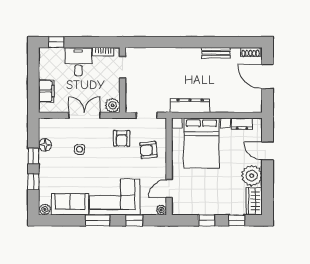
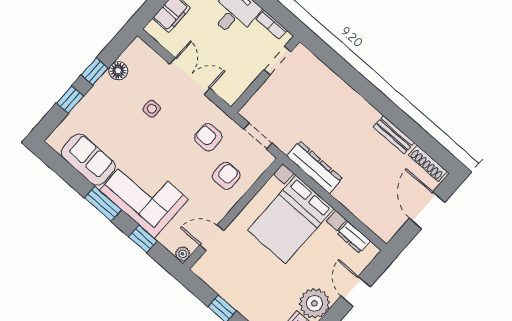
shoe rack: (250, 52) -> (428, 163), width x1.43
plant: (113, 105) -> (230, 92), removed
armchair: (122, 138) -> (208, 137), turned 90
armchair: (148, 150) -> (226, 176), turned 96
plant: (45, 209) -> (56, 141), removed

